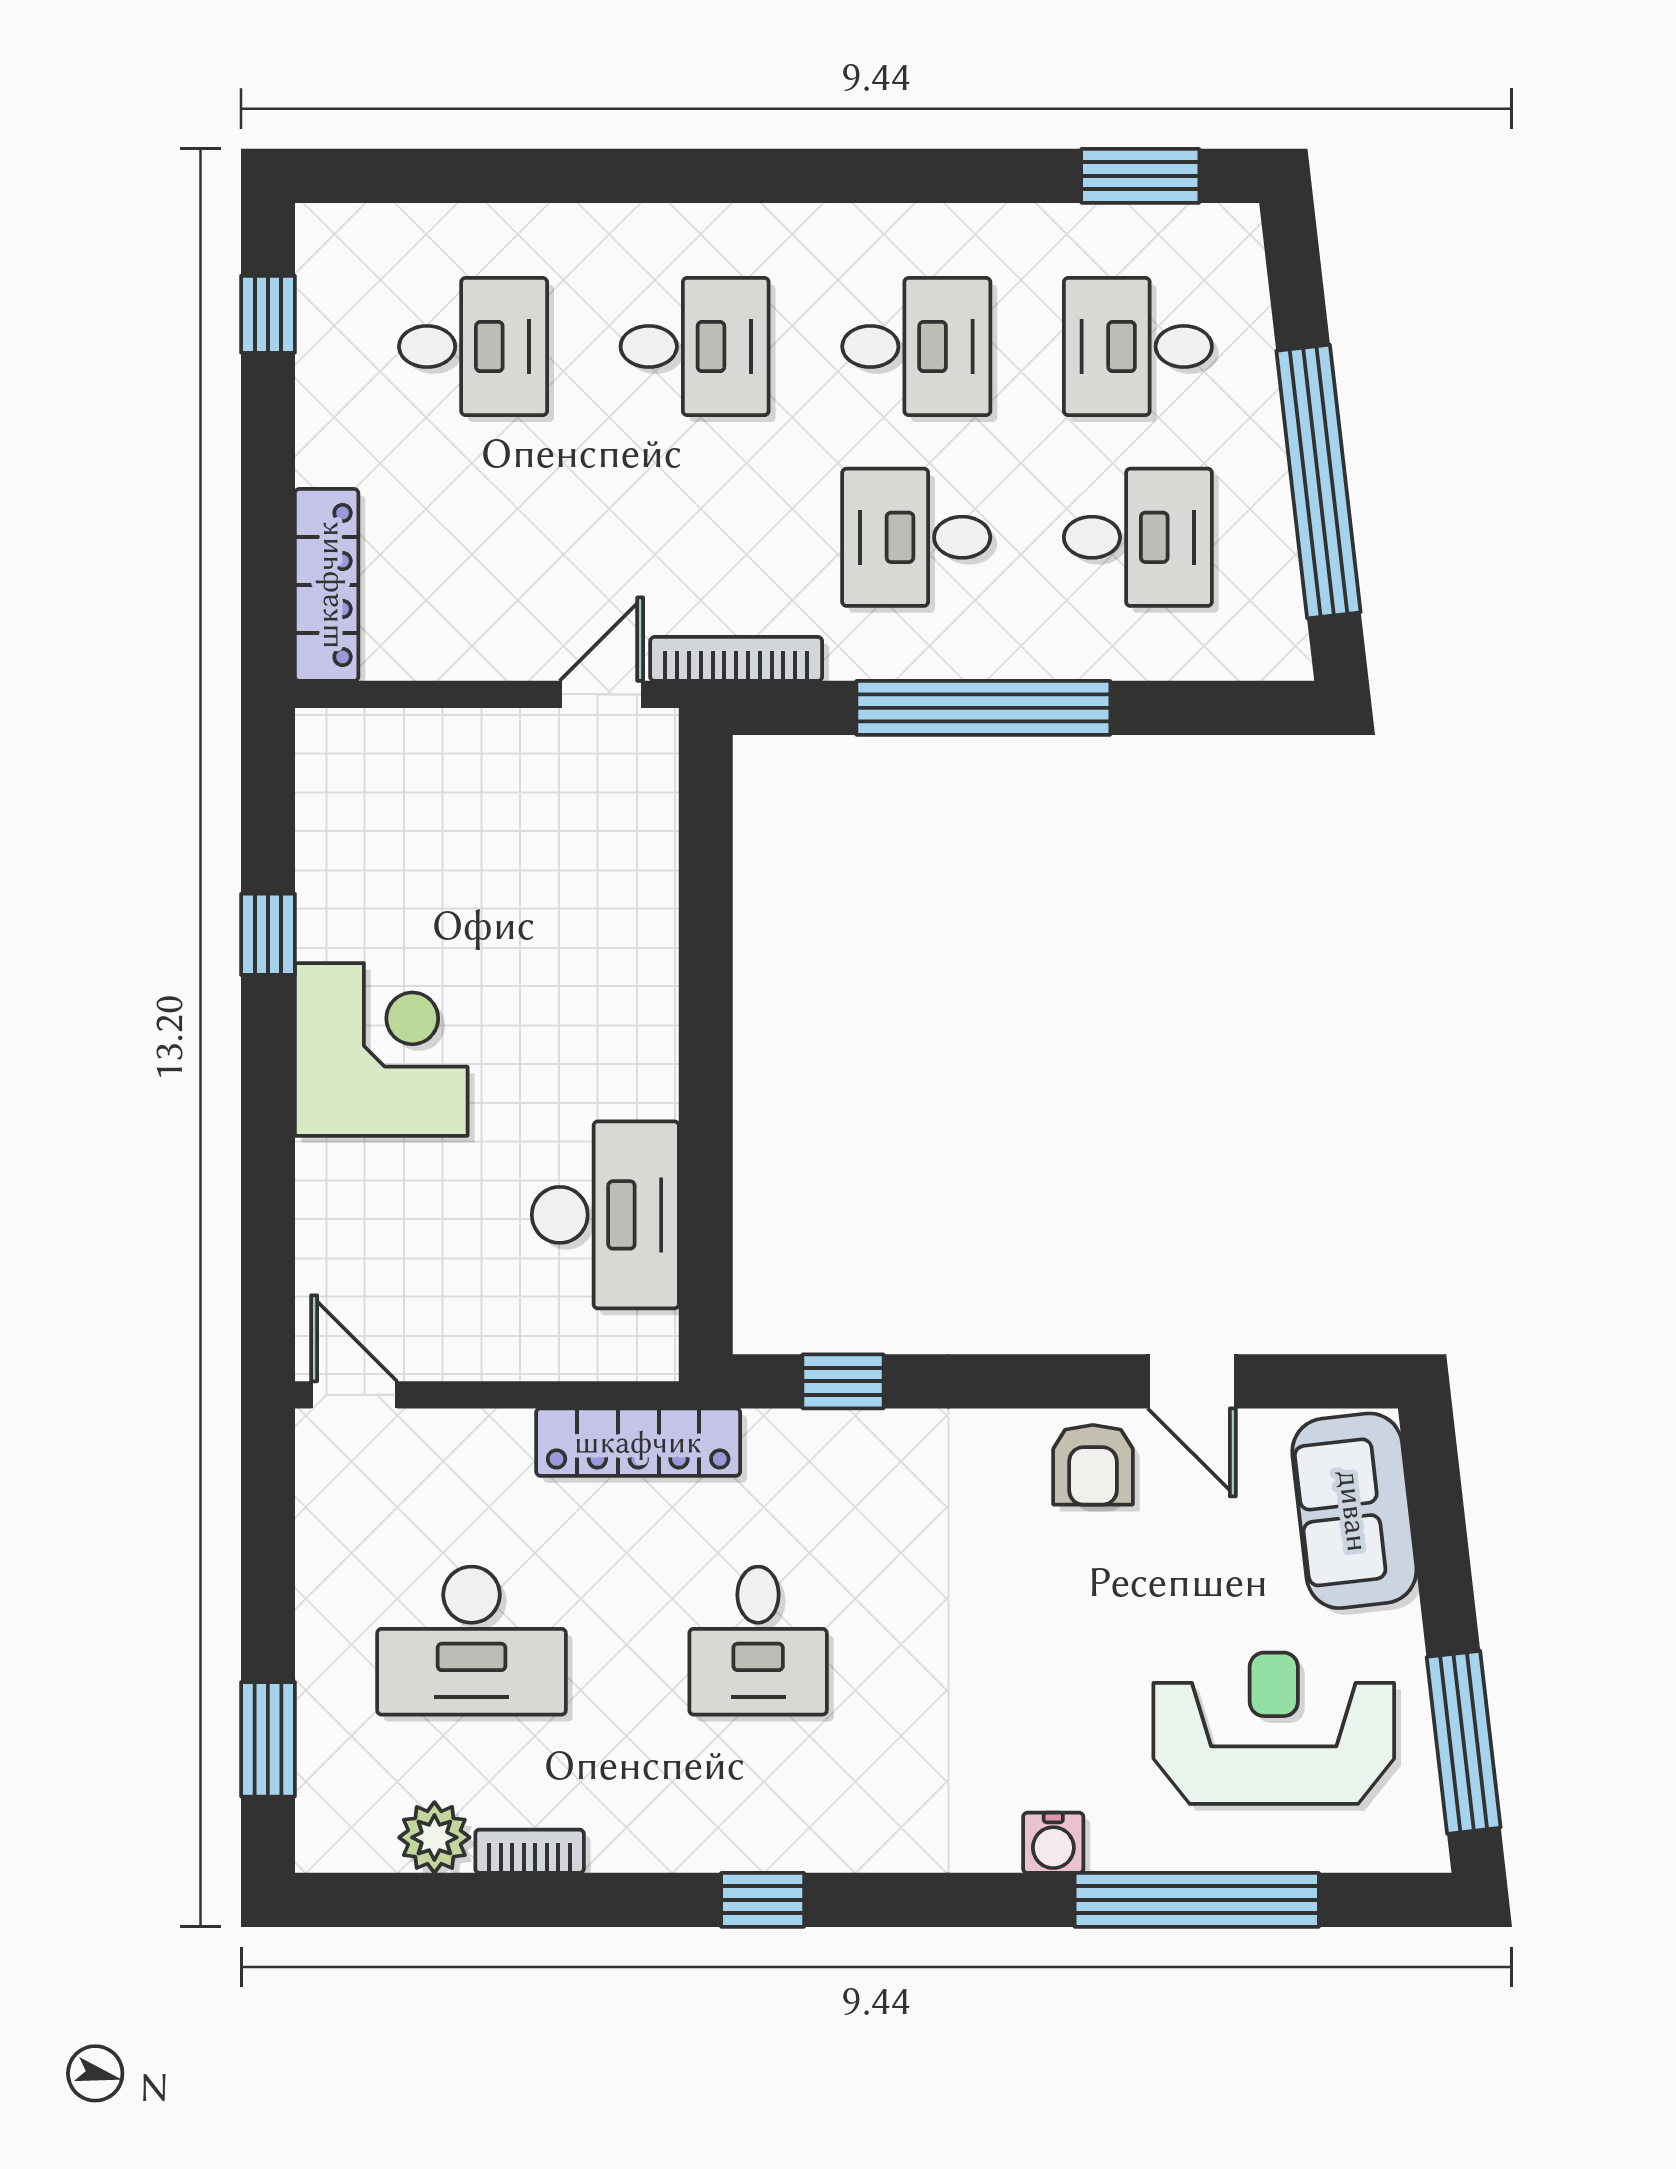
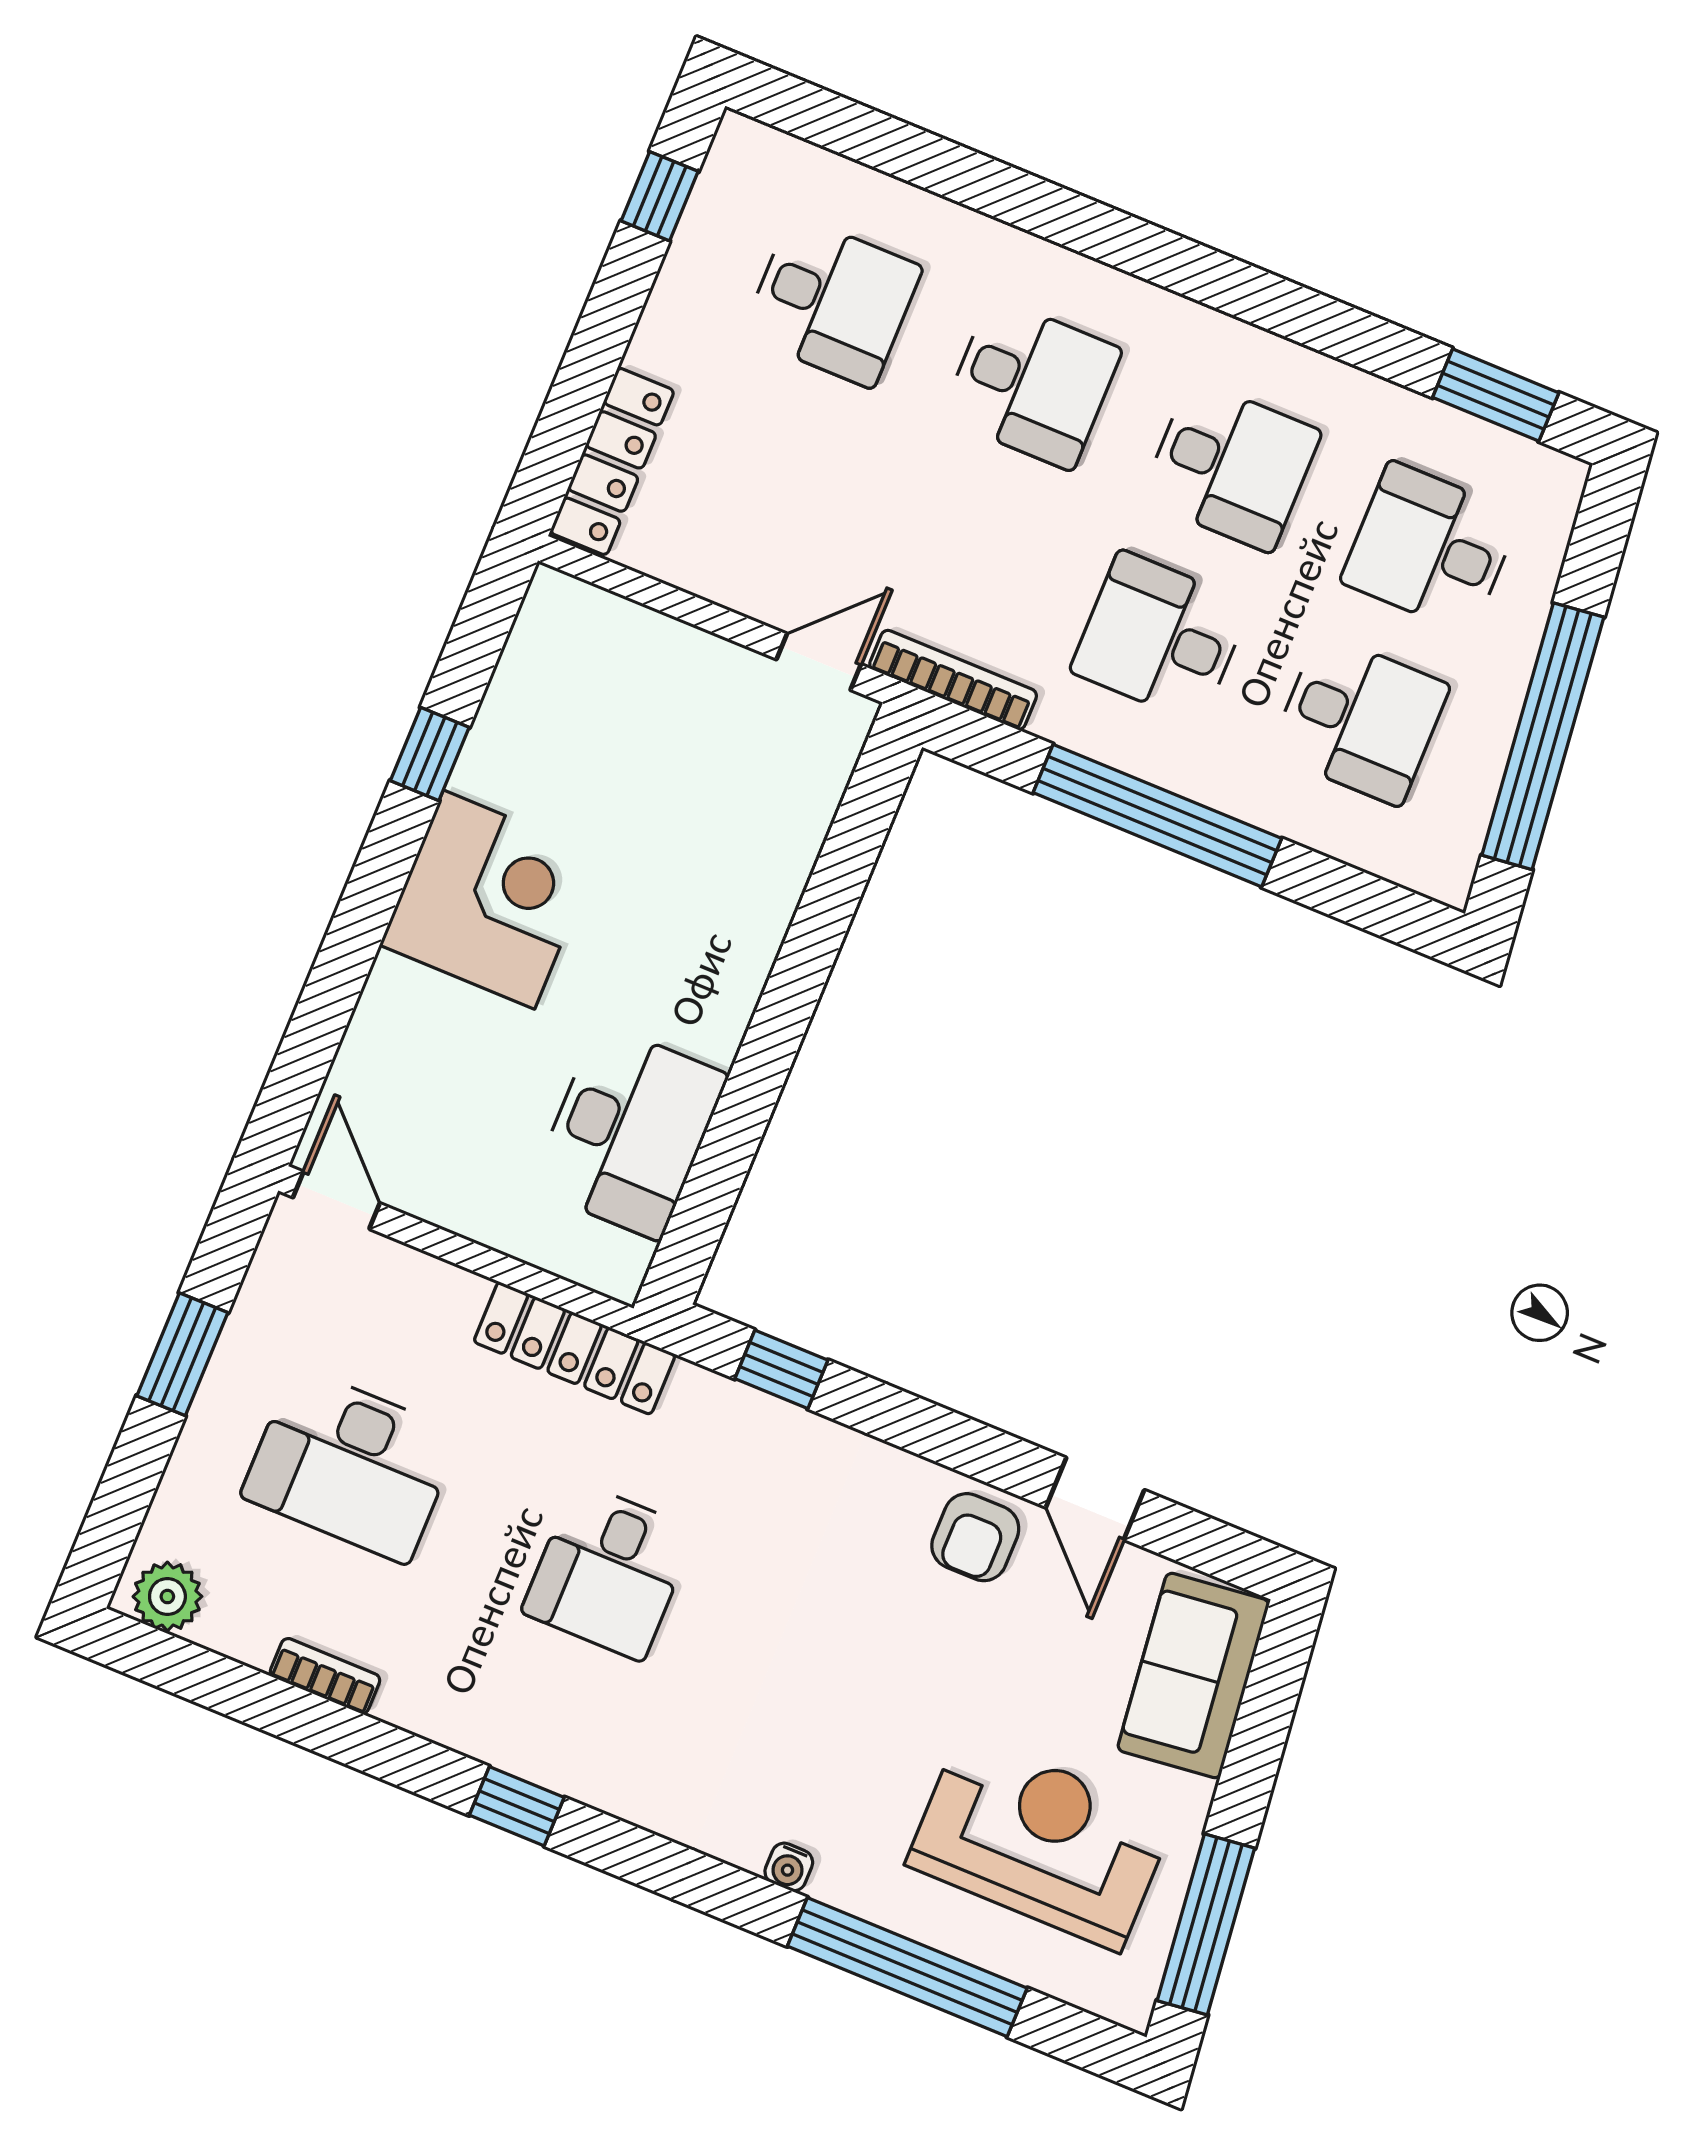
window: (268, 1739) -> (182, 1354), moved
plant: (434, 1837) -> (167, 1597), moved
water cooler: (1053, 1843) -> (789, 1867), width x0.72, depth x0.72

